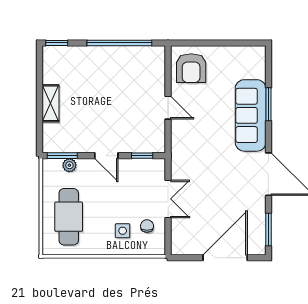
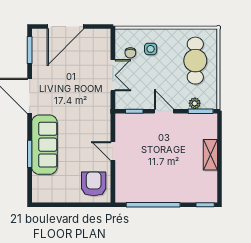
double door: (168, 199) -> (113, 75), swing flipped

